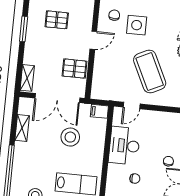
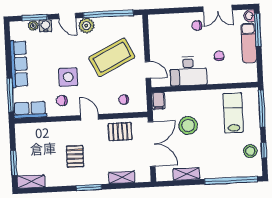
pallet: (74, 69) -> (120, 132), turned 90
chair: (106, 77) -> (124, 100), added
shelving: (27, 78) -> (122, 177), moved

